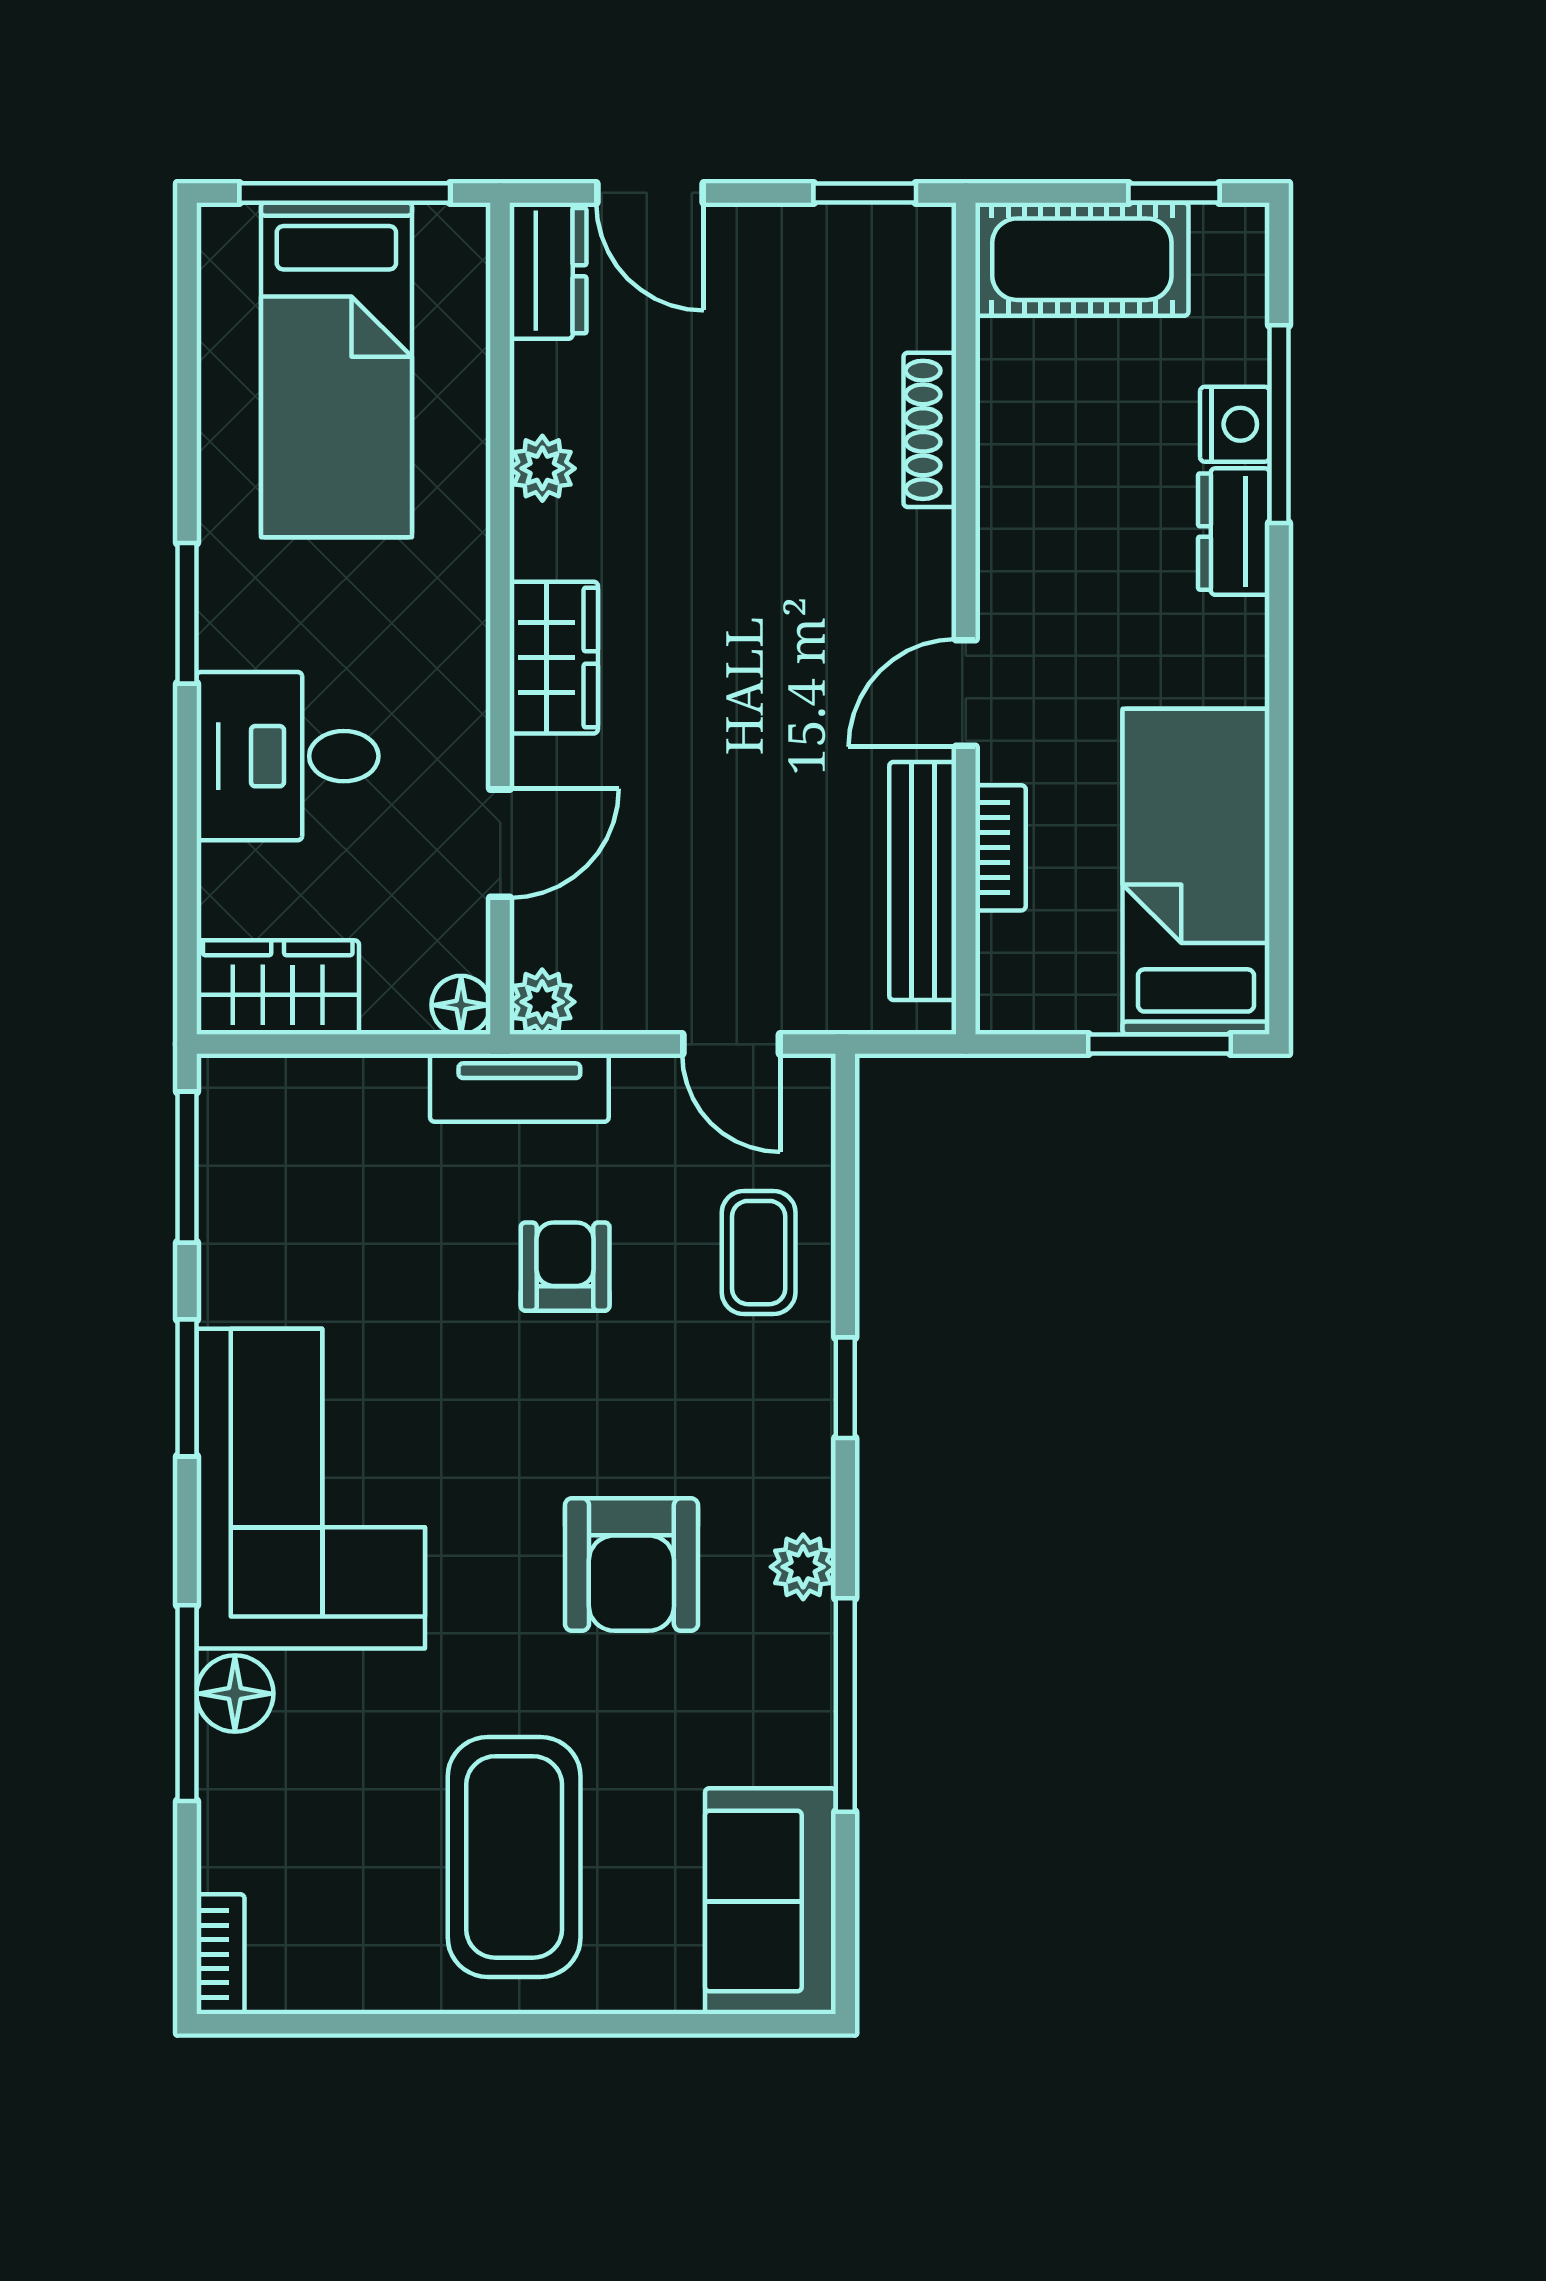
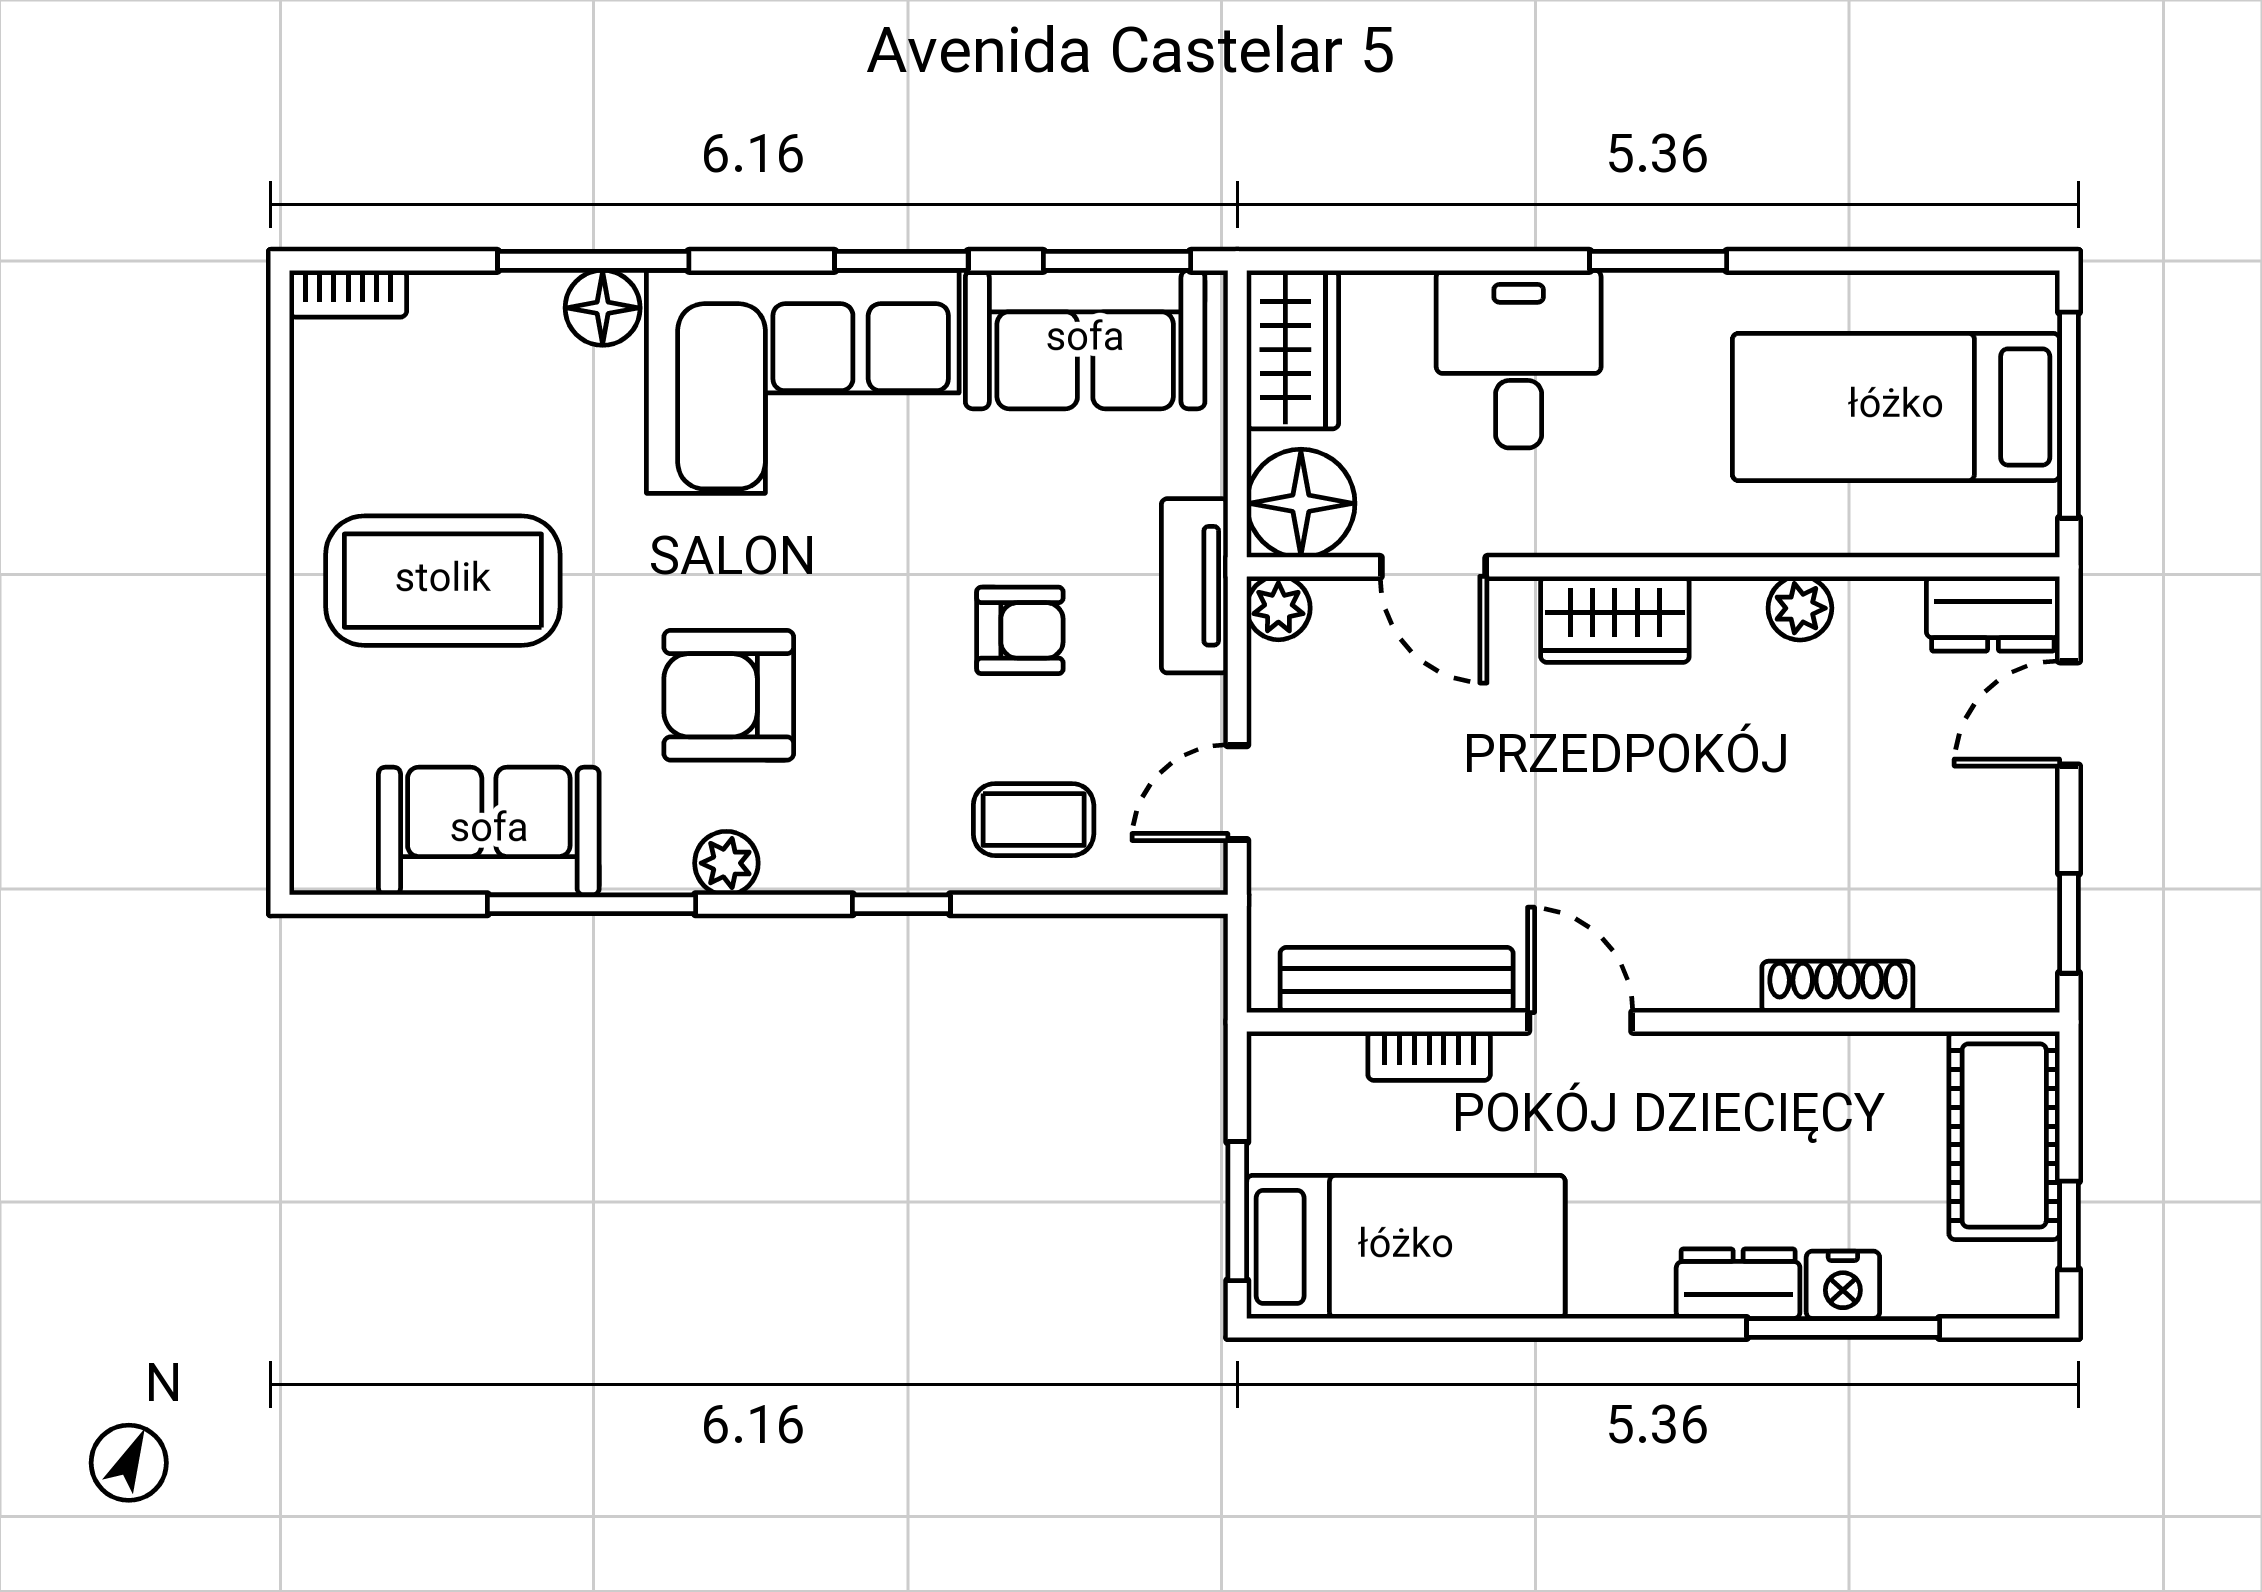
floor lamp: (461, 1005) -> (1301, 503), width x1.89, depth x1.89
sofa: (267, 1200) -> (1085, 340), added
sofa: (770, 1901) -> (489, 831), moved

